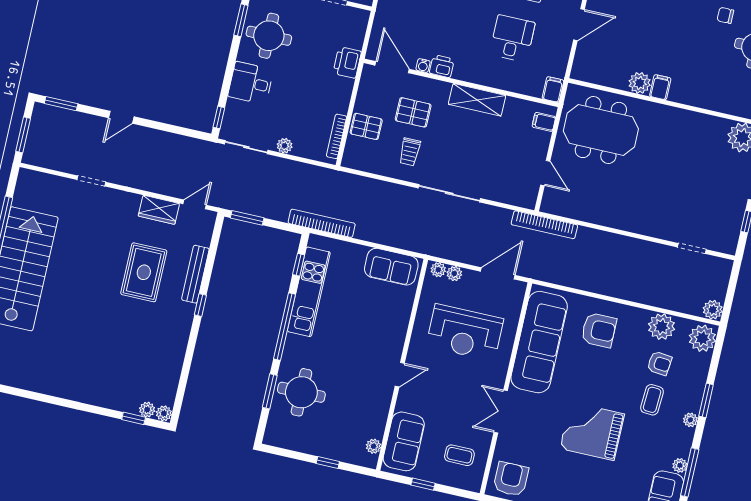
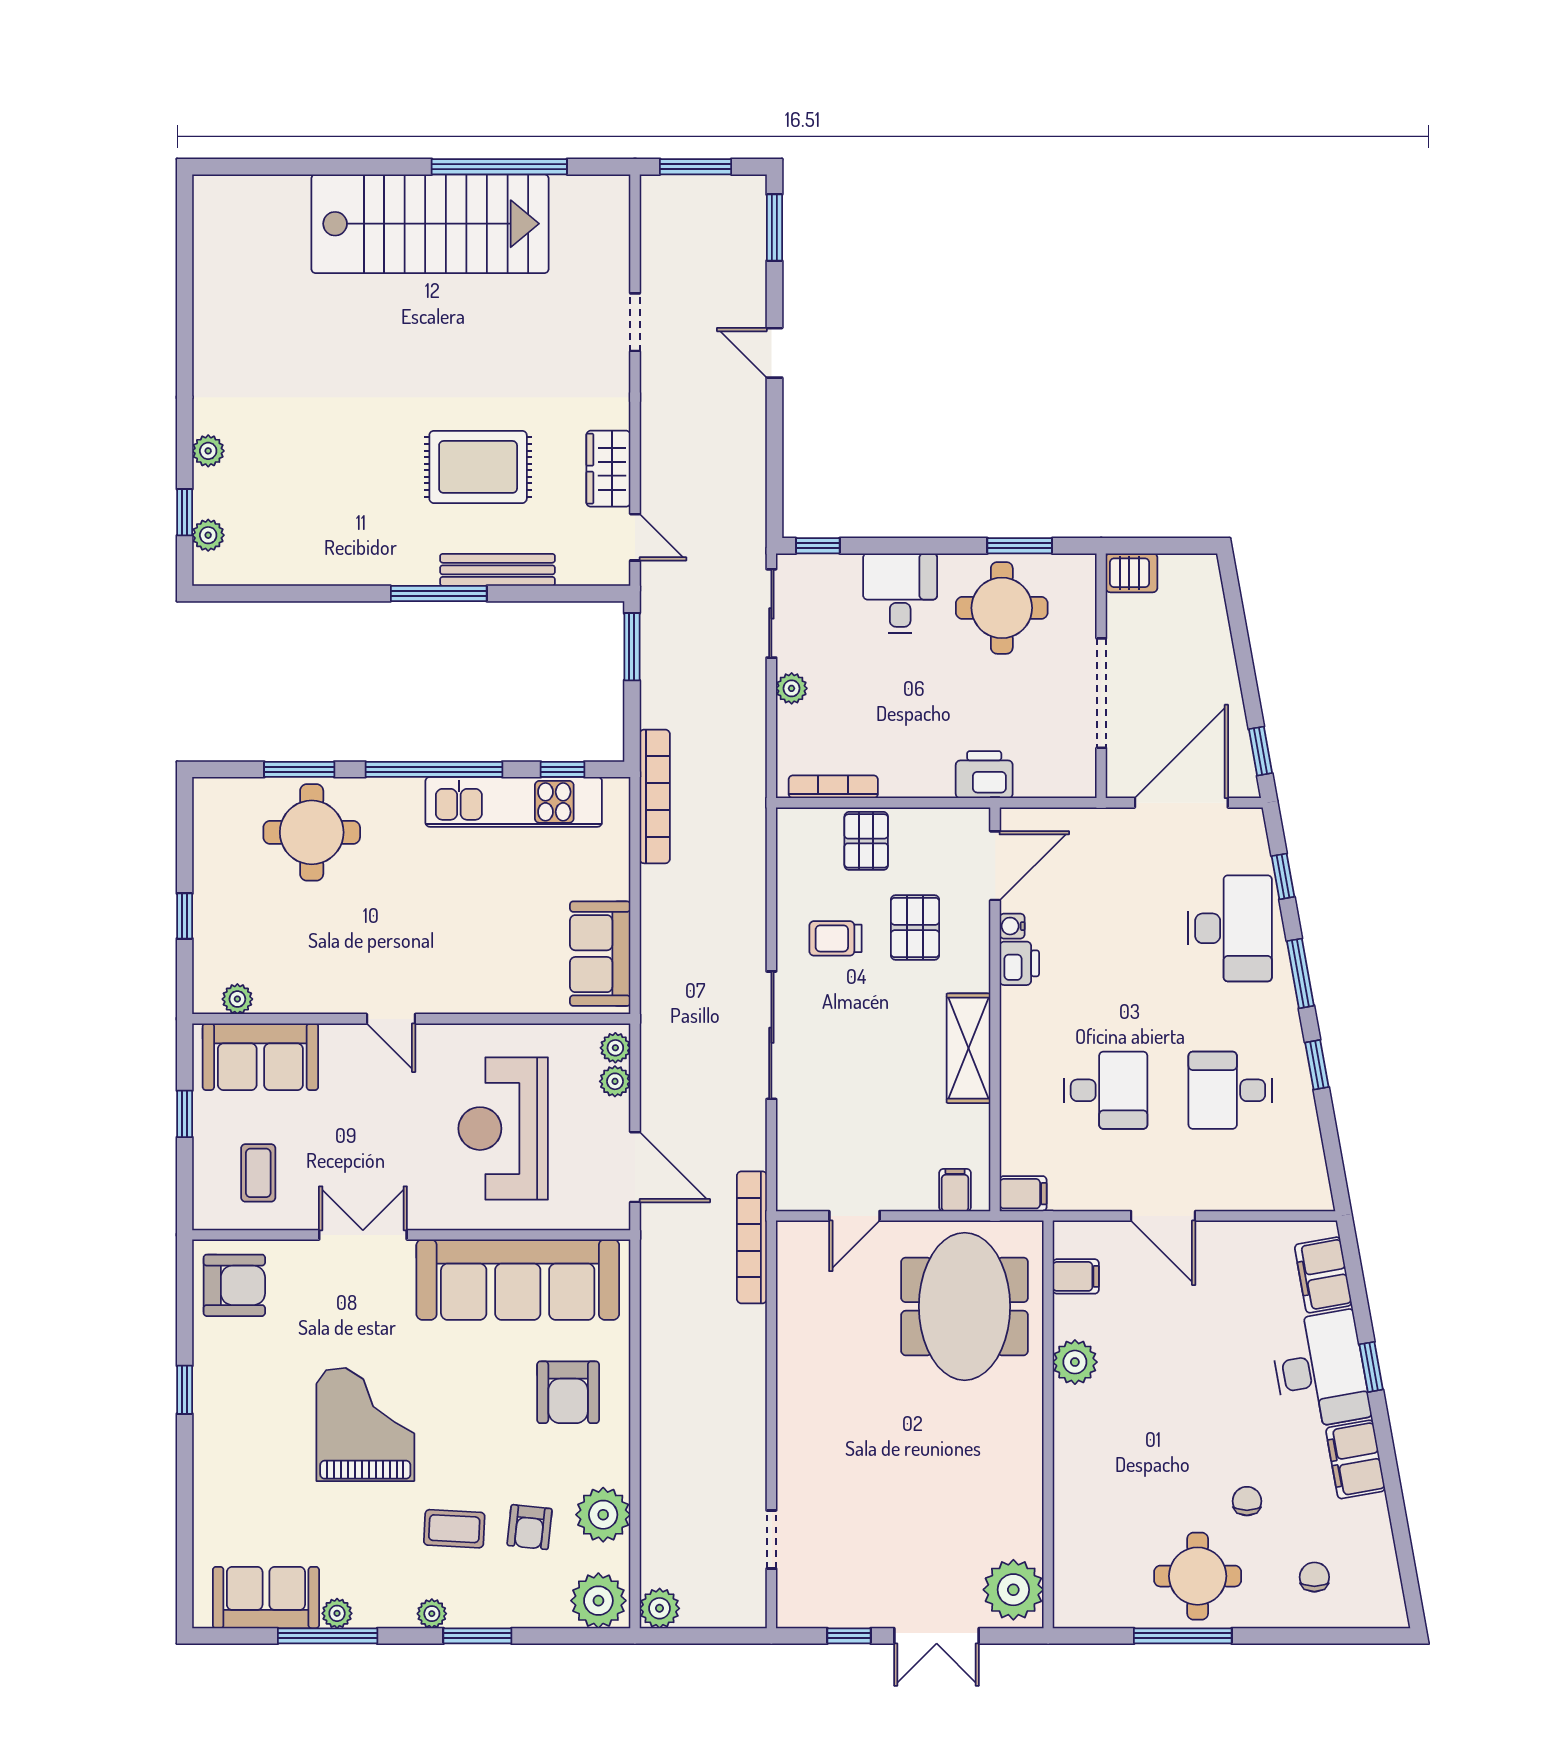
filing cabinet: (660, 87) -> (1076, 1276), moved
window: (200, 305) -> (439, 593), width x2.17
plant: (164, 413) -> (208, 451), moved

